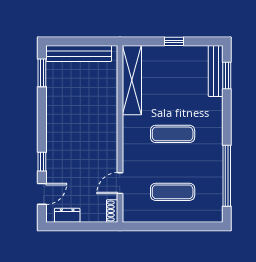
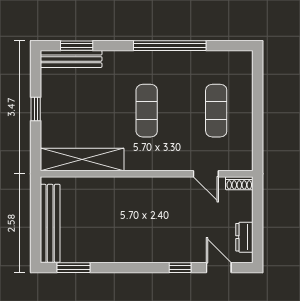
window: (227, 176) -> (170, 46), moved

